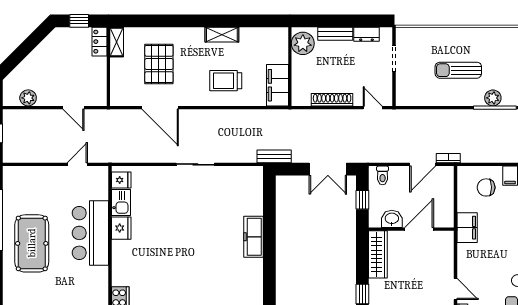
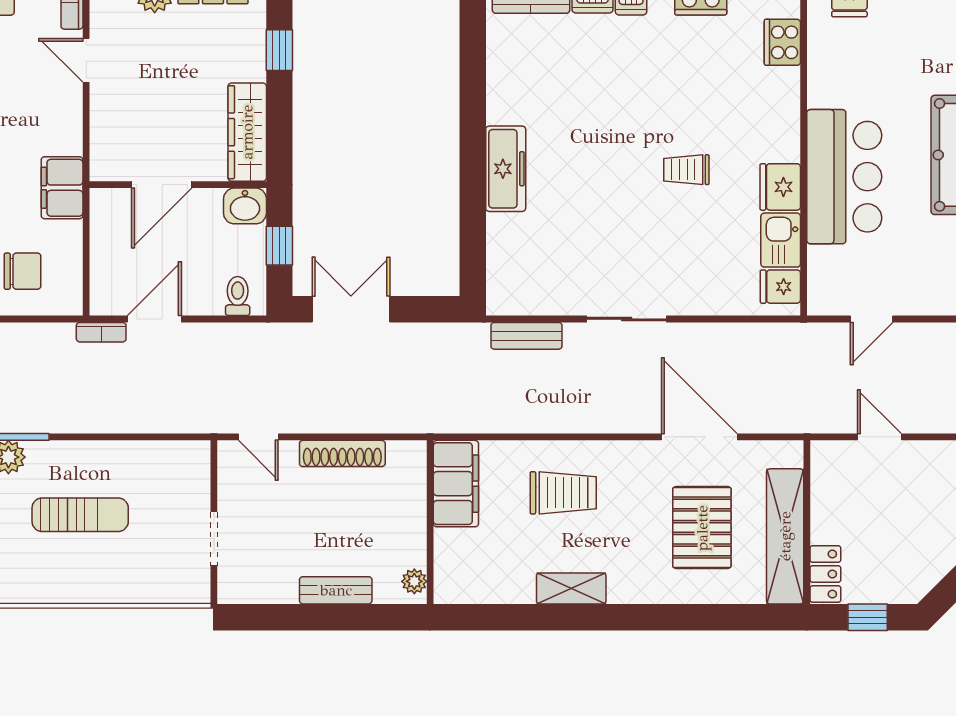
dresser: (366, 34) -> (271, 589), removed
shelving: (117, 42) -> (785, 536), width x2.20, depth x1.33
plant: (303, 43) -> (414, 581), width x0.53, depth x0.53
bench: (274, 156) -> (526, 336), moved
washbasin: (392, 219) -> (245, 206), moved
trolley: (166, 236) -> (686, 170), added

